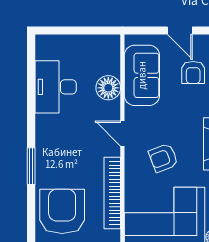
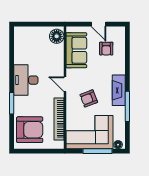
desk: (56, 87) -> (26, 80), moved
floor lamp: (108, 88) -> (57, 36), moved
armchair: (62, 211) -> (30, 130), turned 90

